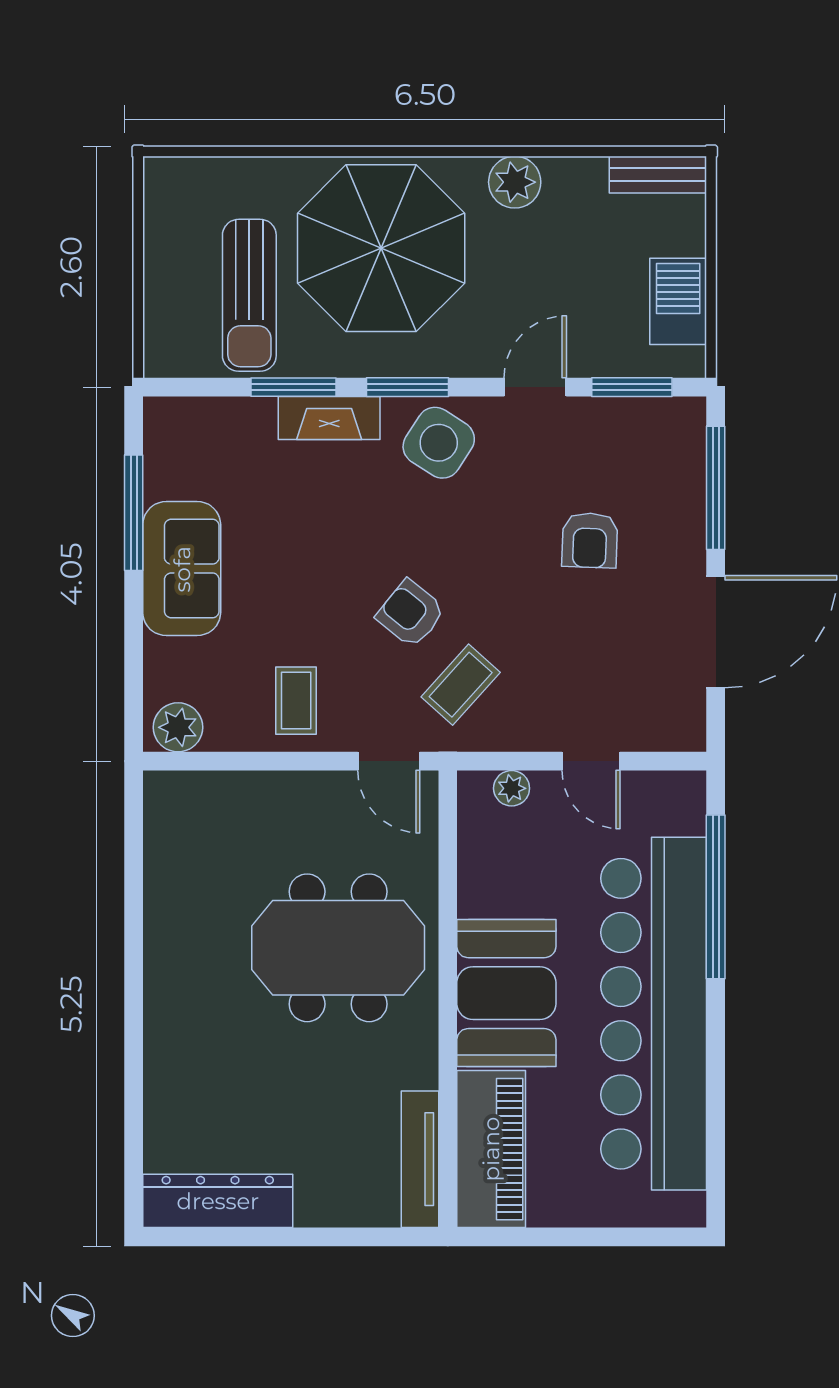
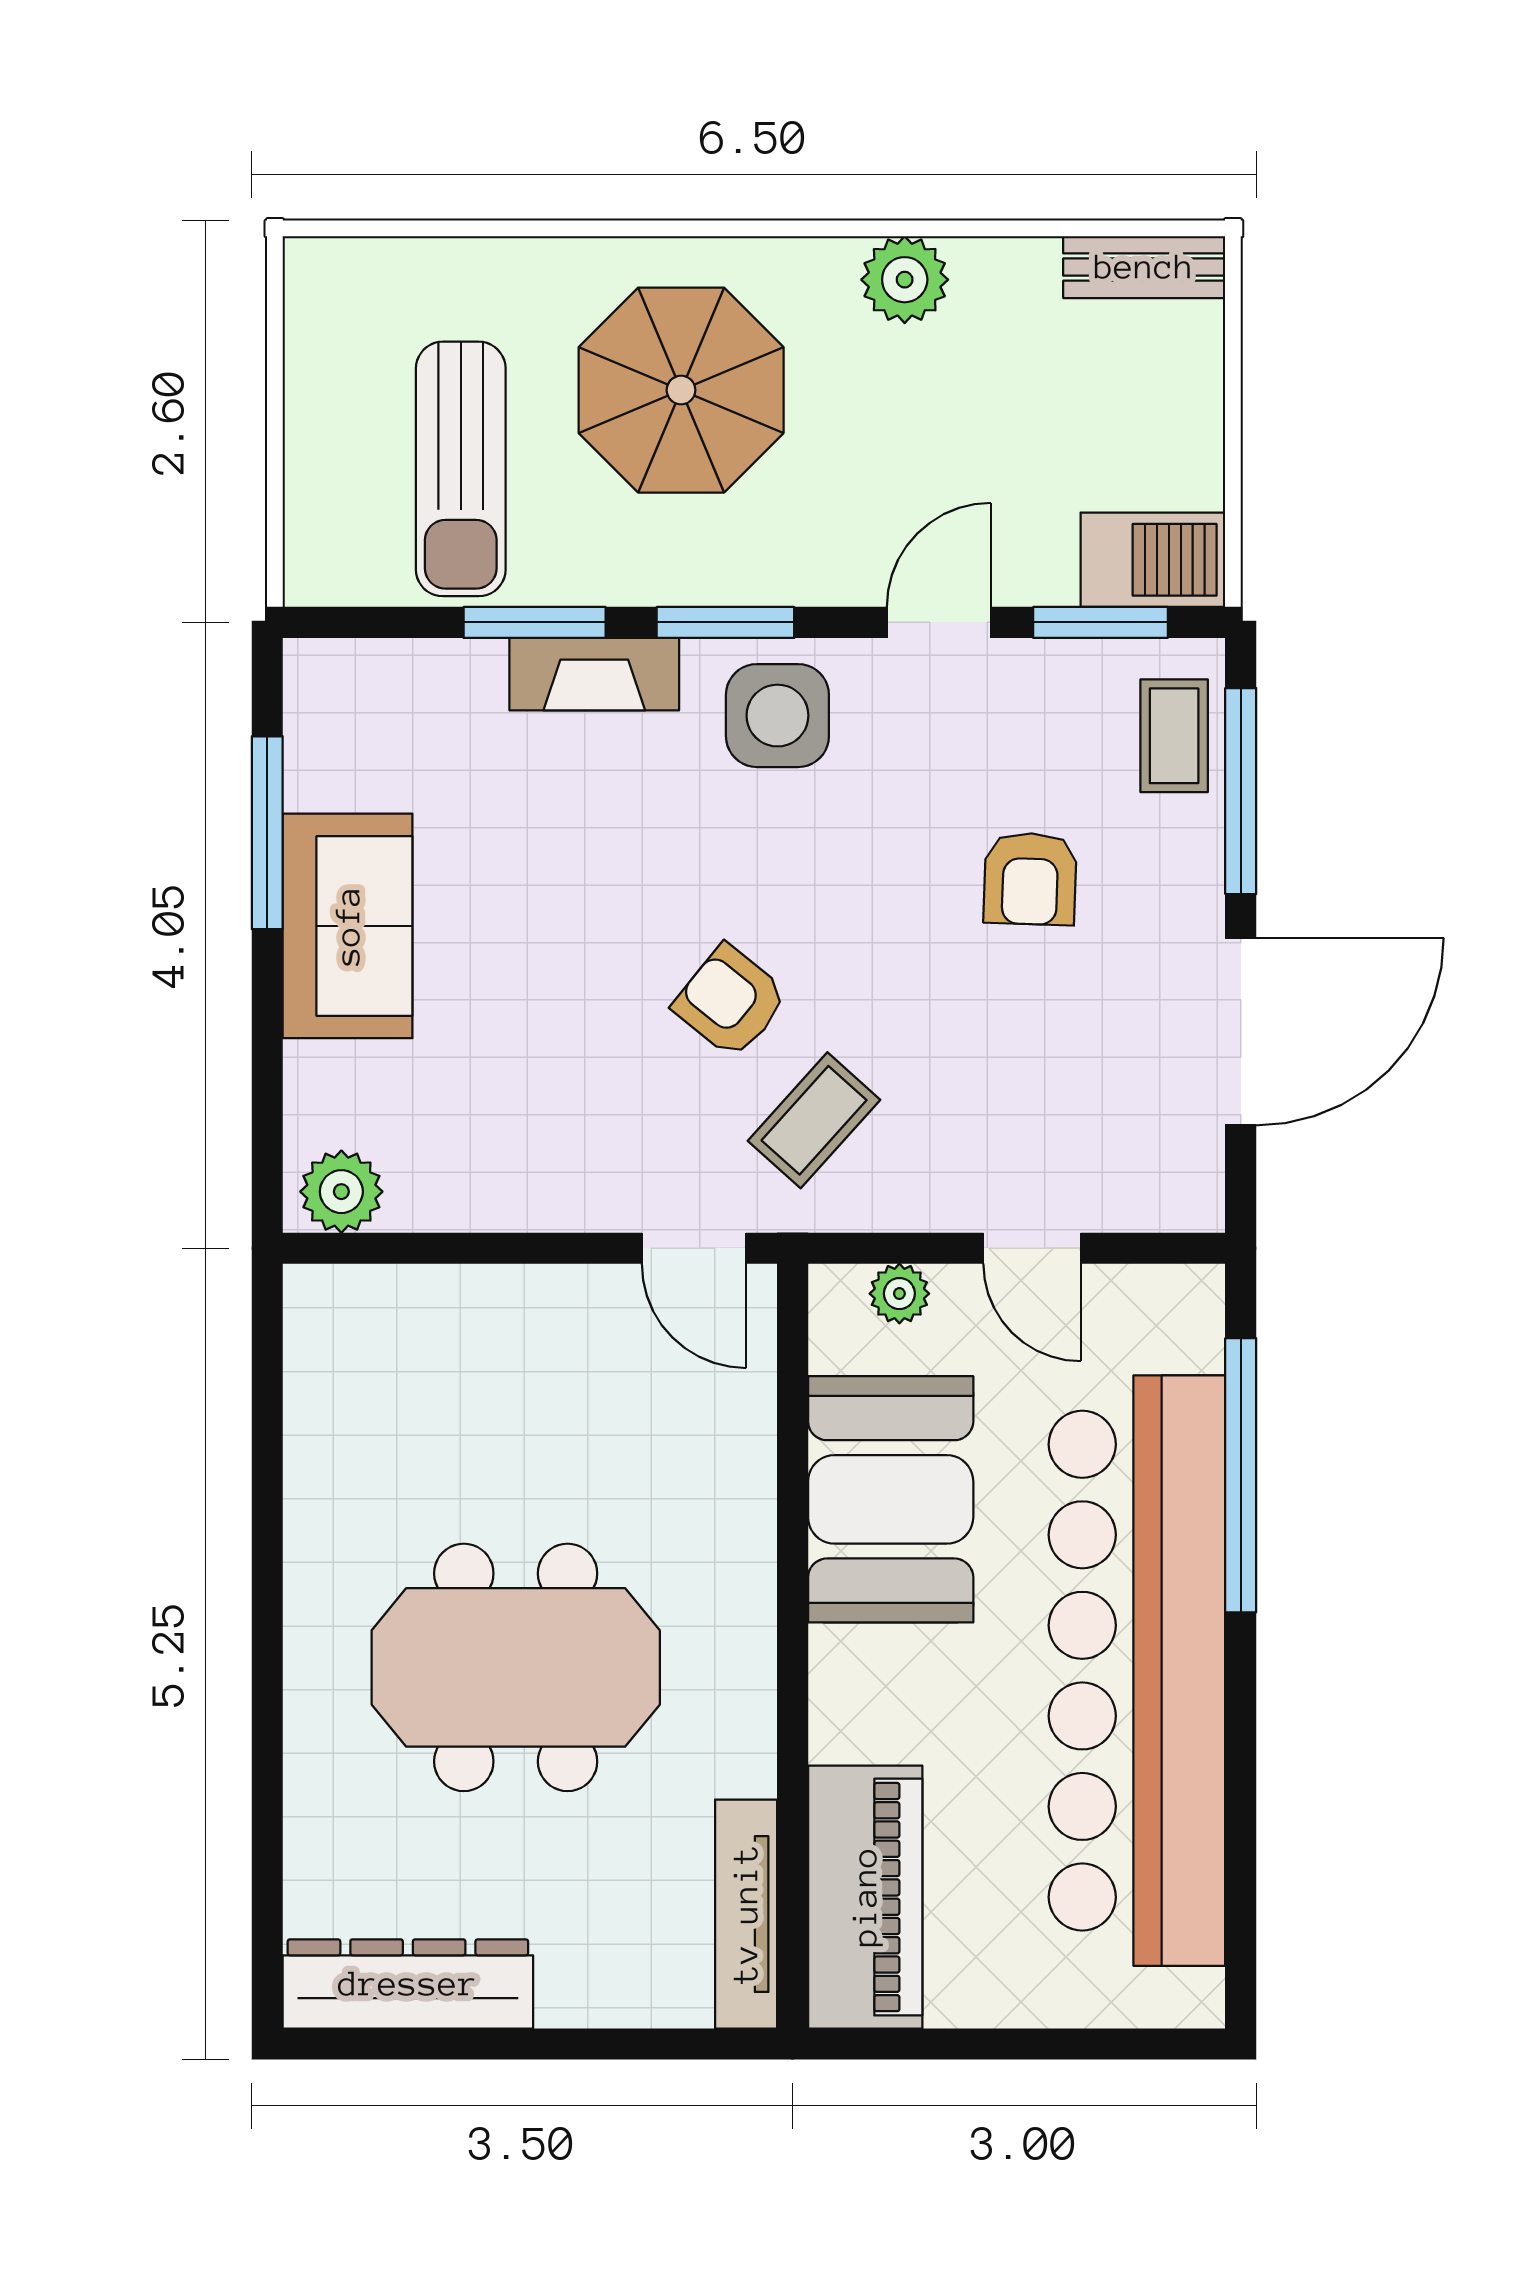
parasol: (381, 248) -> (681, 390), width x0.73, depth x0.73
barbecue: (678, 301) -> (1153, 560), moved, turned 90
side table: (439, 443) -> (777, 716), turned -33
coffee table: (296, 701) -> (1174, 736), moved
meeting table: (338, 948) -> (516, 1667), moved
booth: (506, 993) -> (891, 1499), moved

